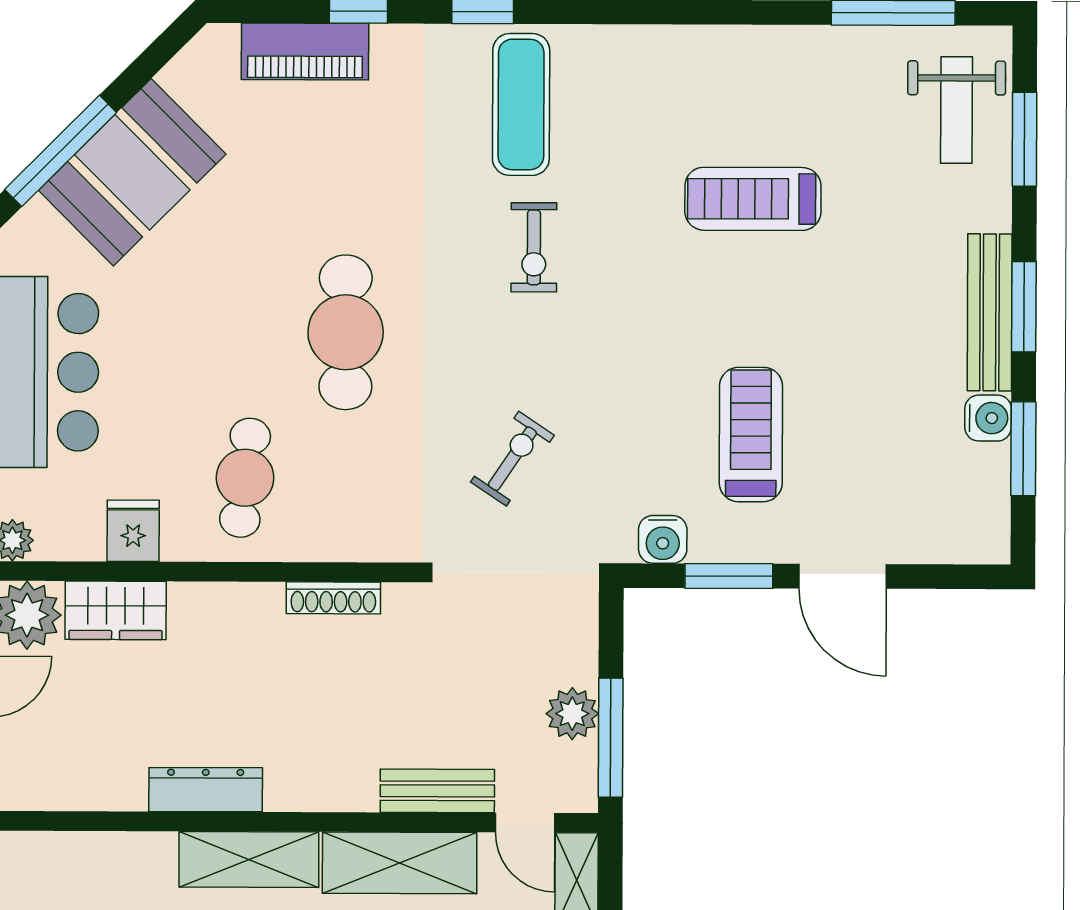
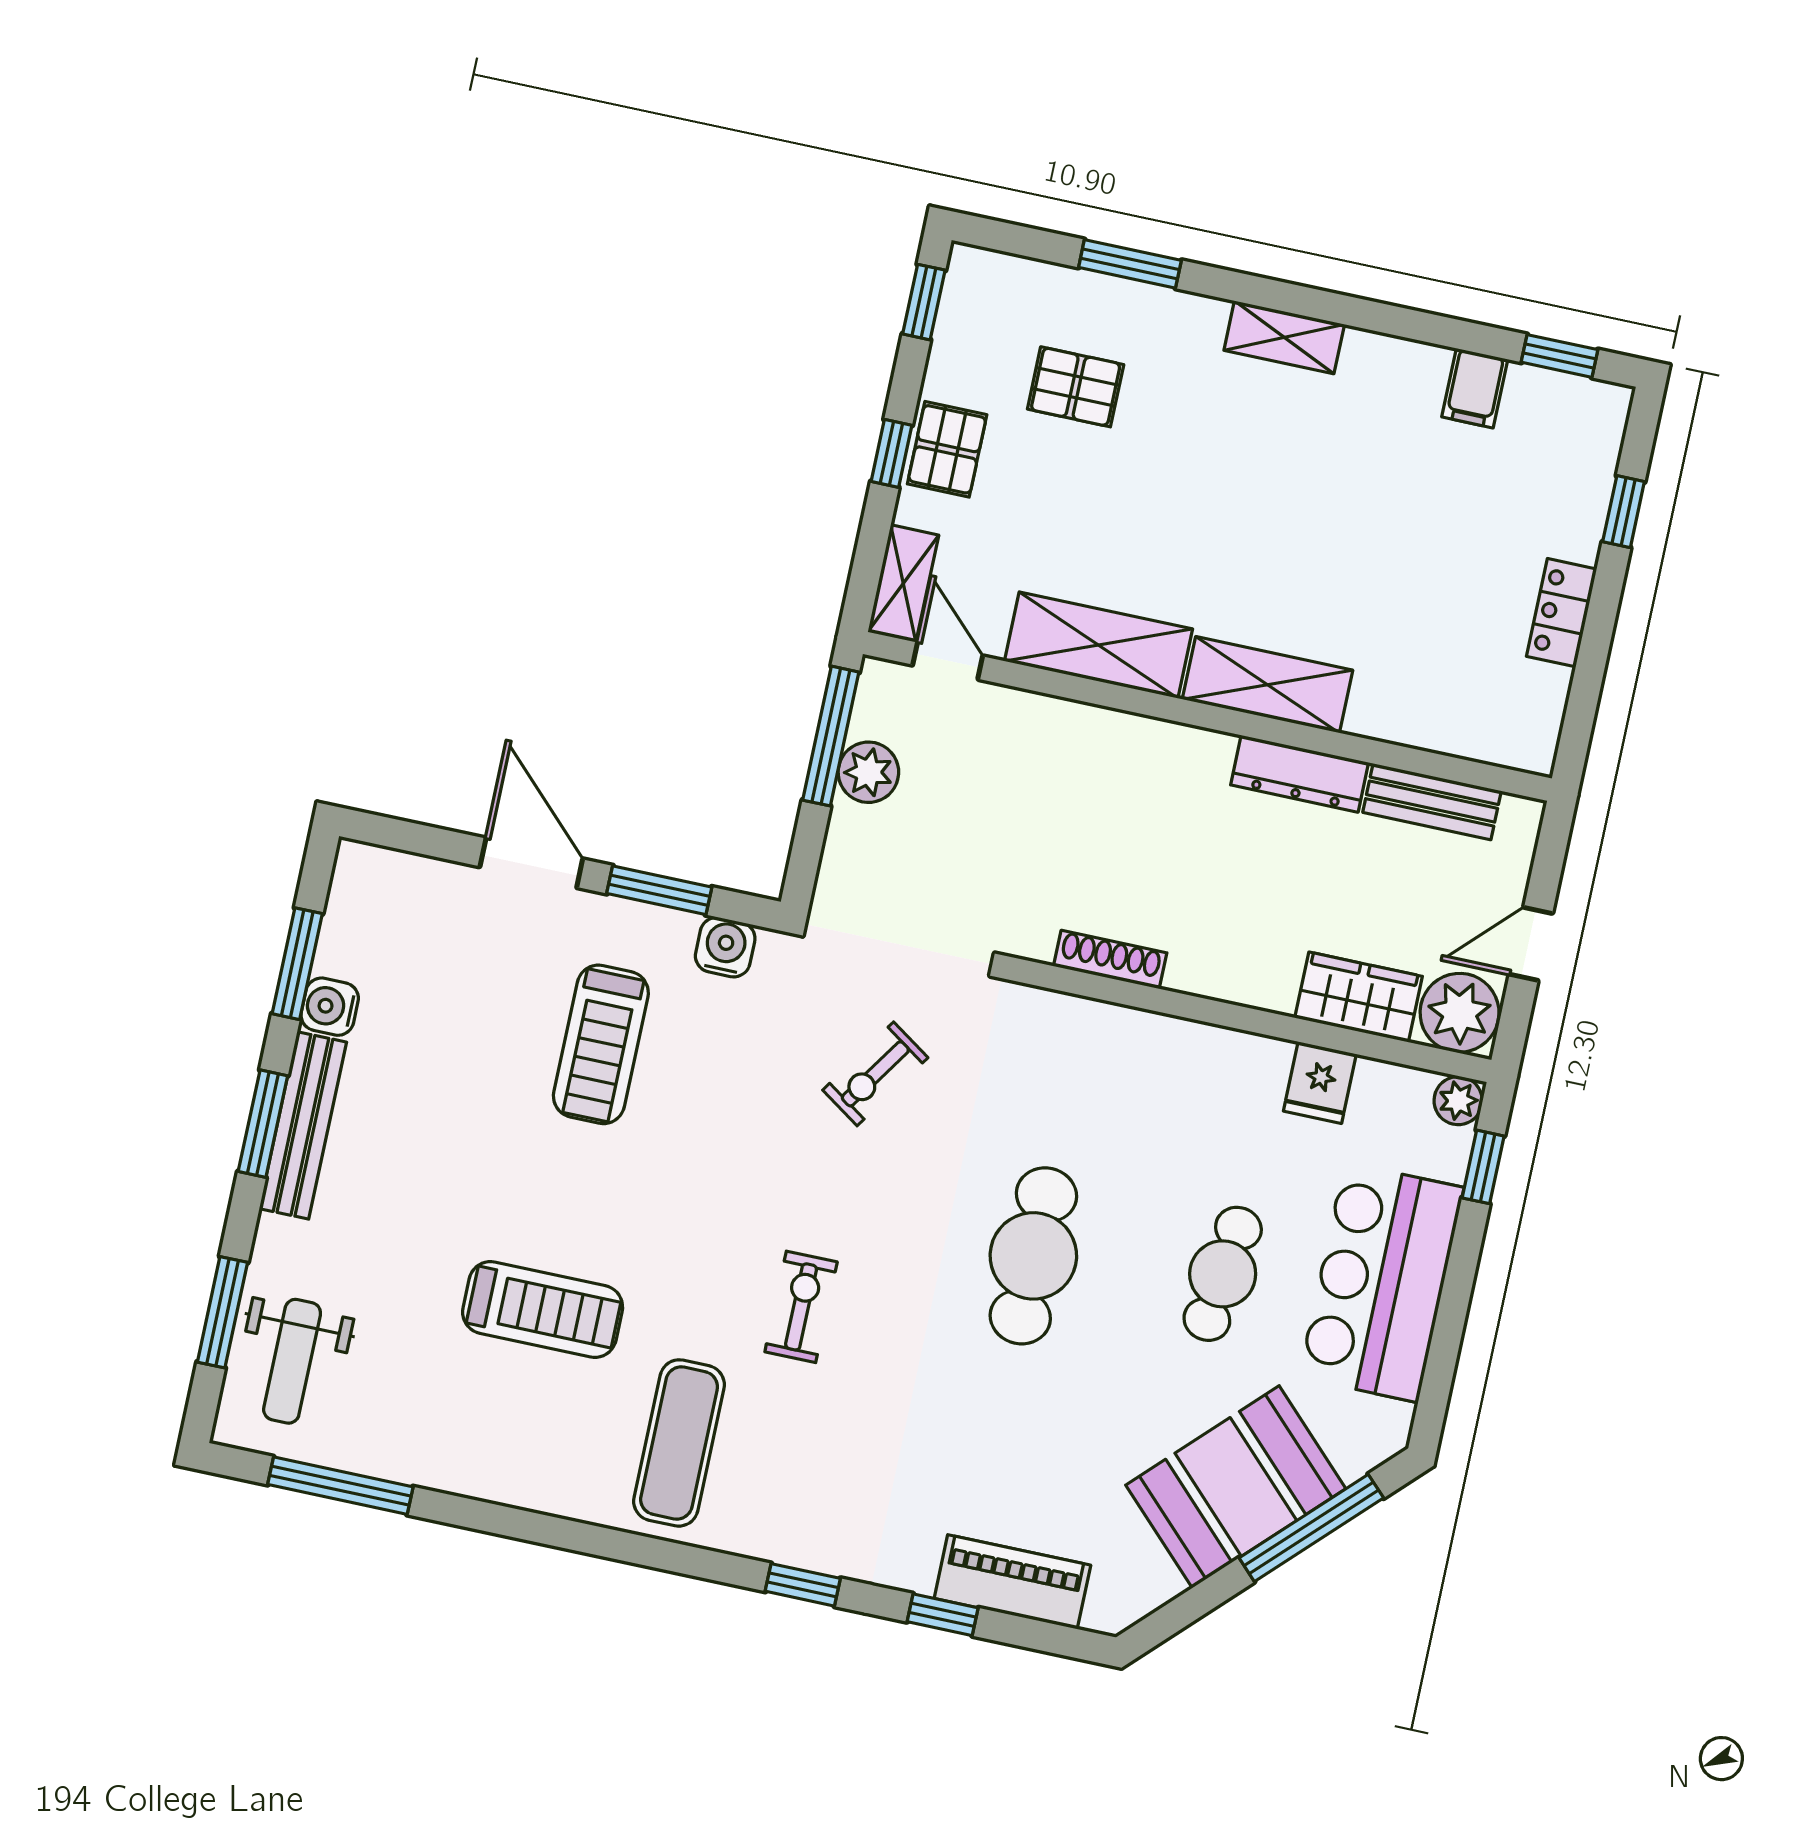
exercise mat: (521, 104) -> (679, 1443), moved
weight bench: (957, 110) -> (292, 1361), turned 180
cafe table: (245, 478) -> (1223, 1274), moved
bench: (437, 791) -> (1432, 802), moved

